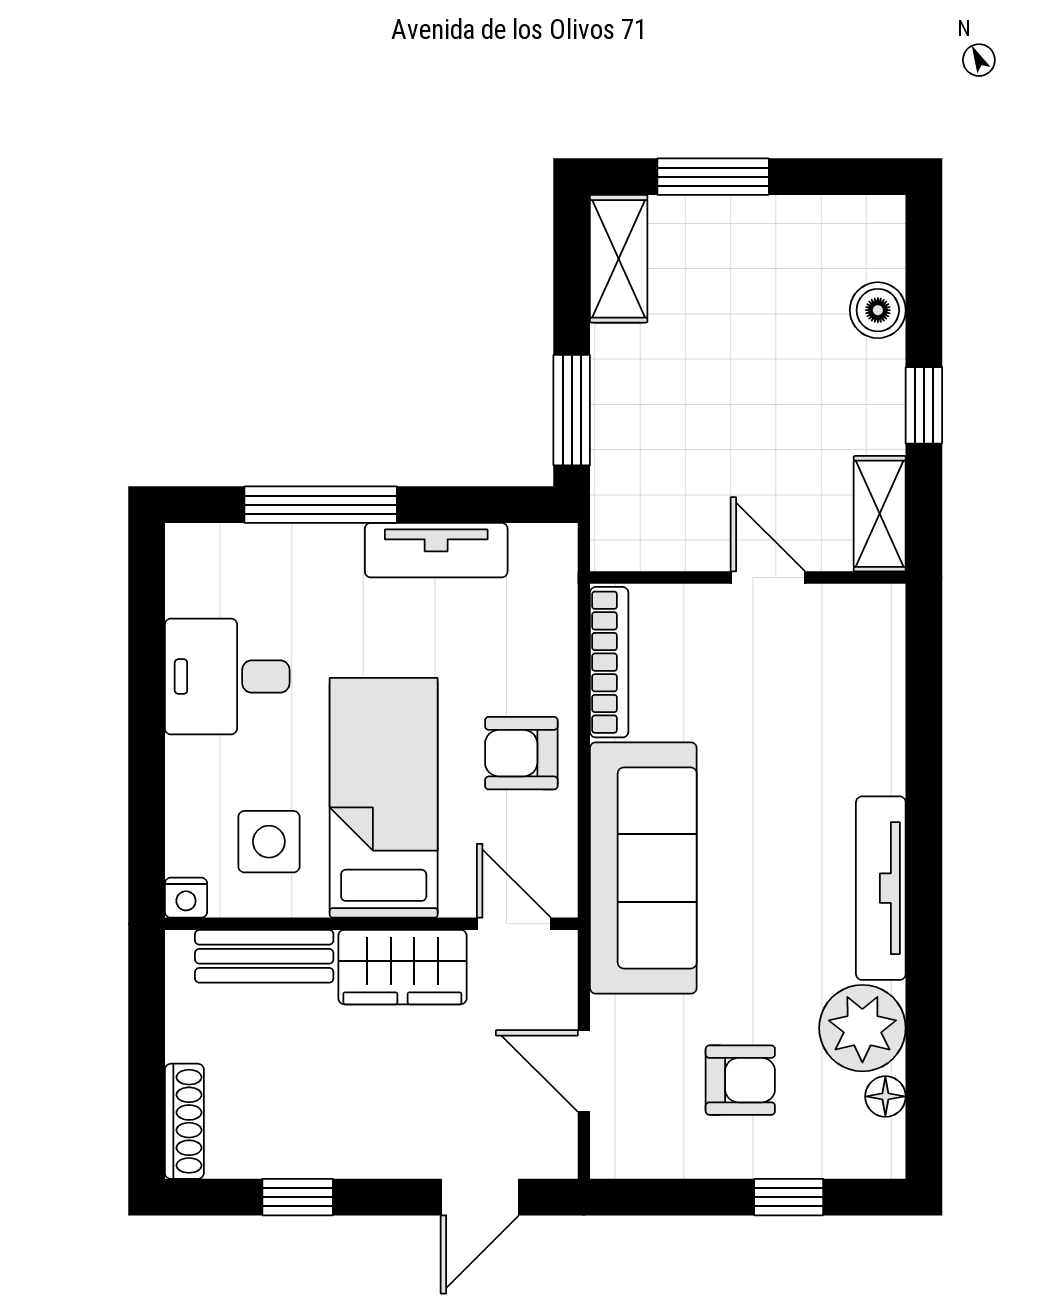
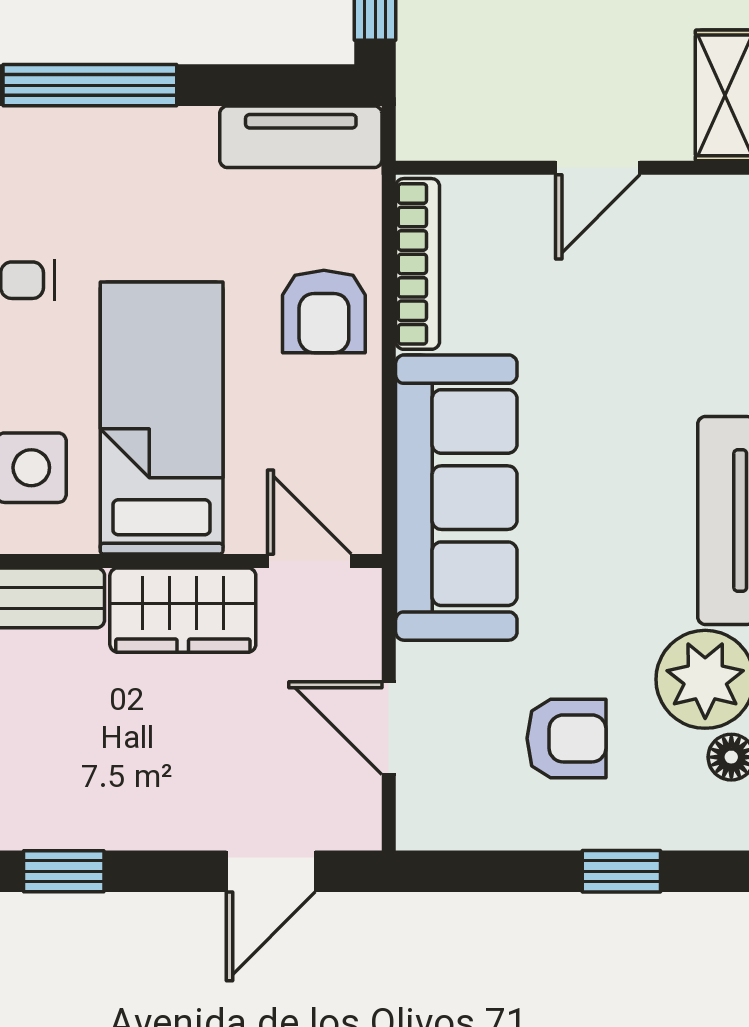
tv unit: (436, 550) -> (301, 137), moved
door: (768, 578) -> (598, 168), swing flipped
armchair: (521, 753) -> (324, 311), moved, turned -90

